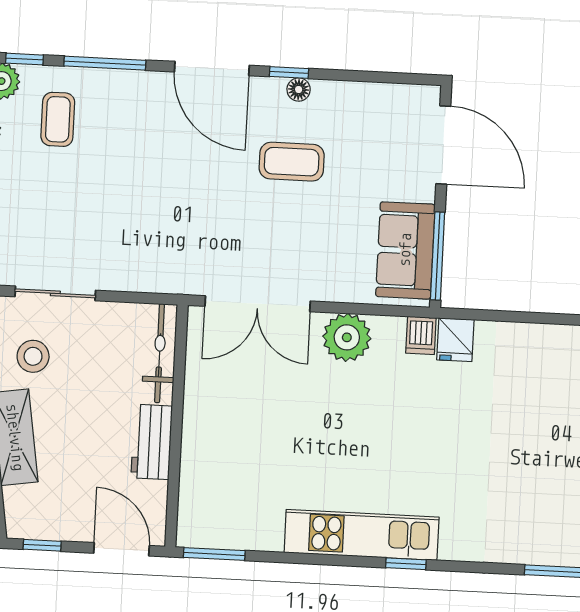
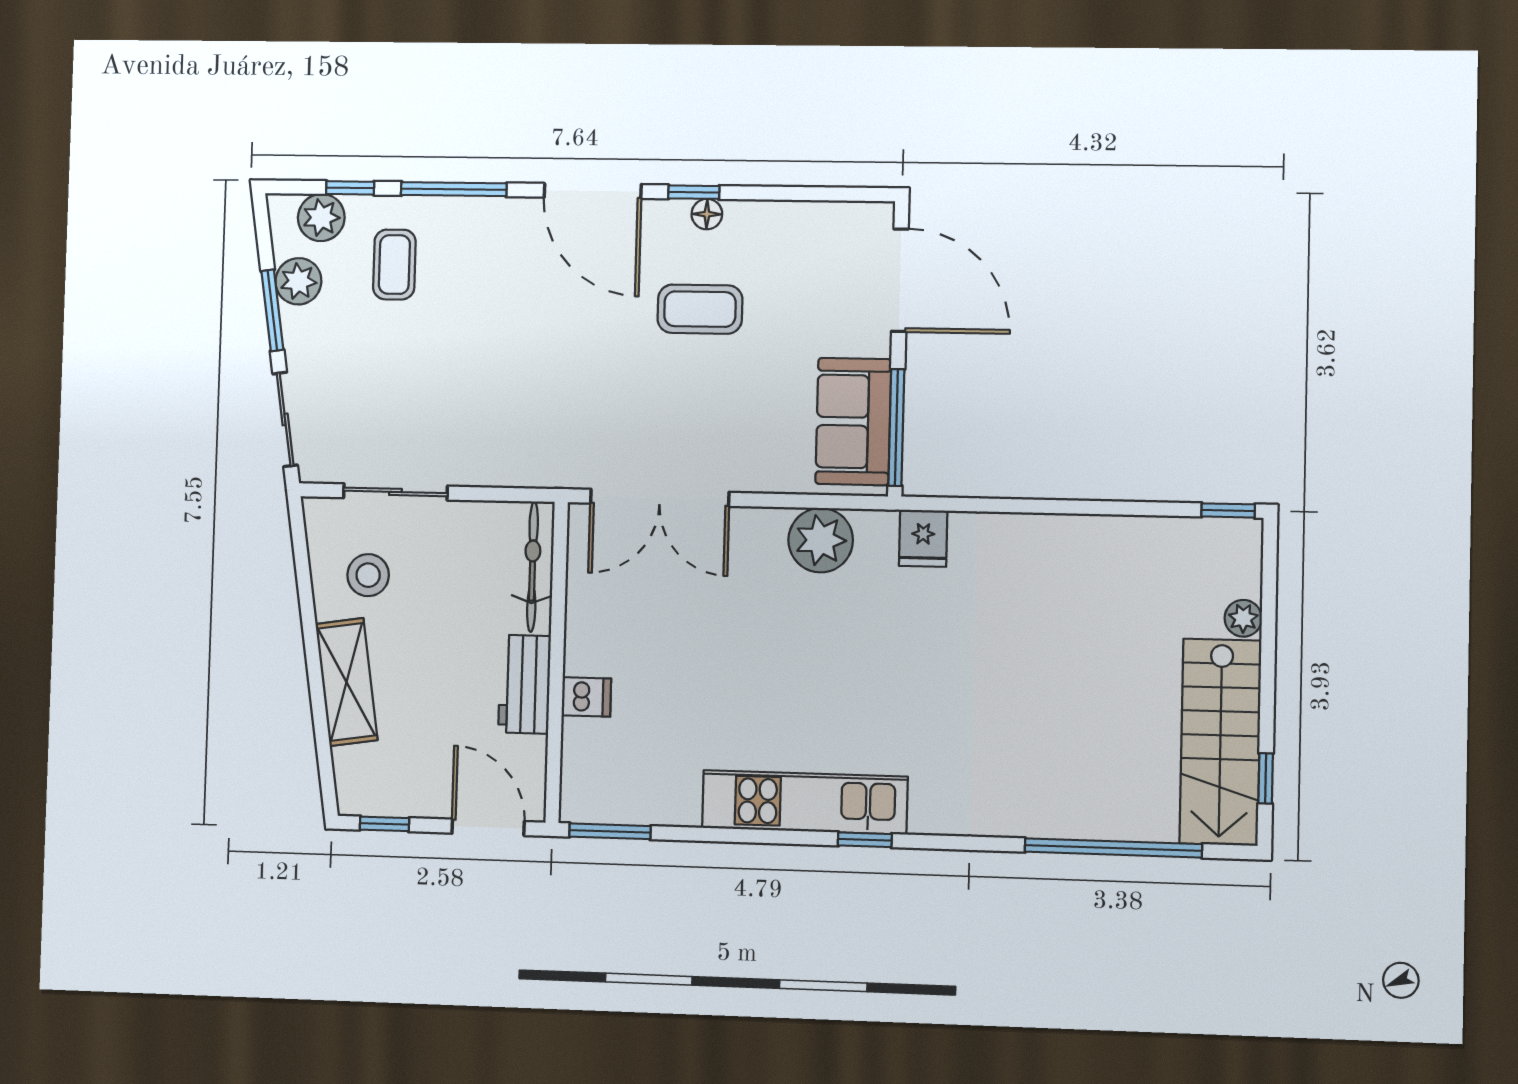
dishwasher: (421, 335) -> (586, 697), moved, turned -90
plant: (347, 337) -> (821, 540), moved

